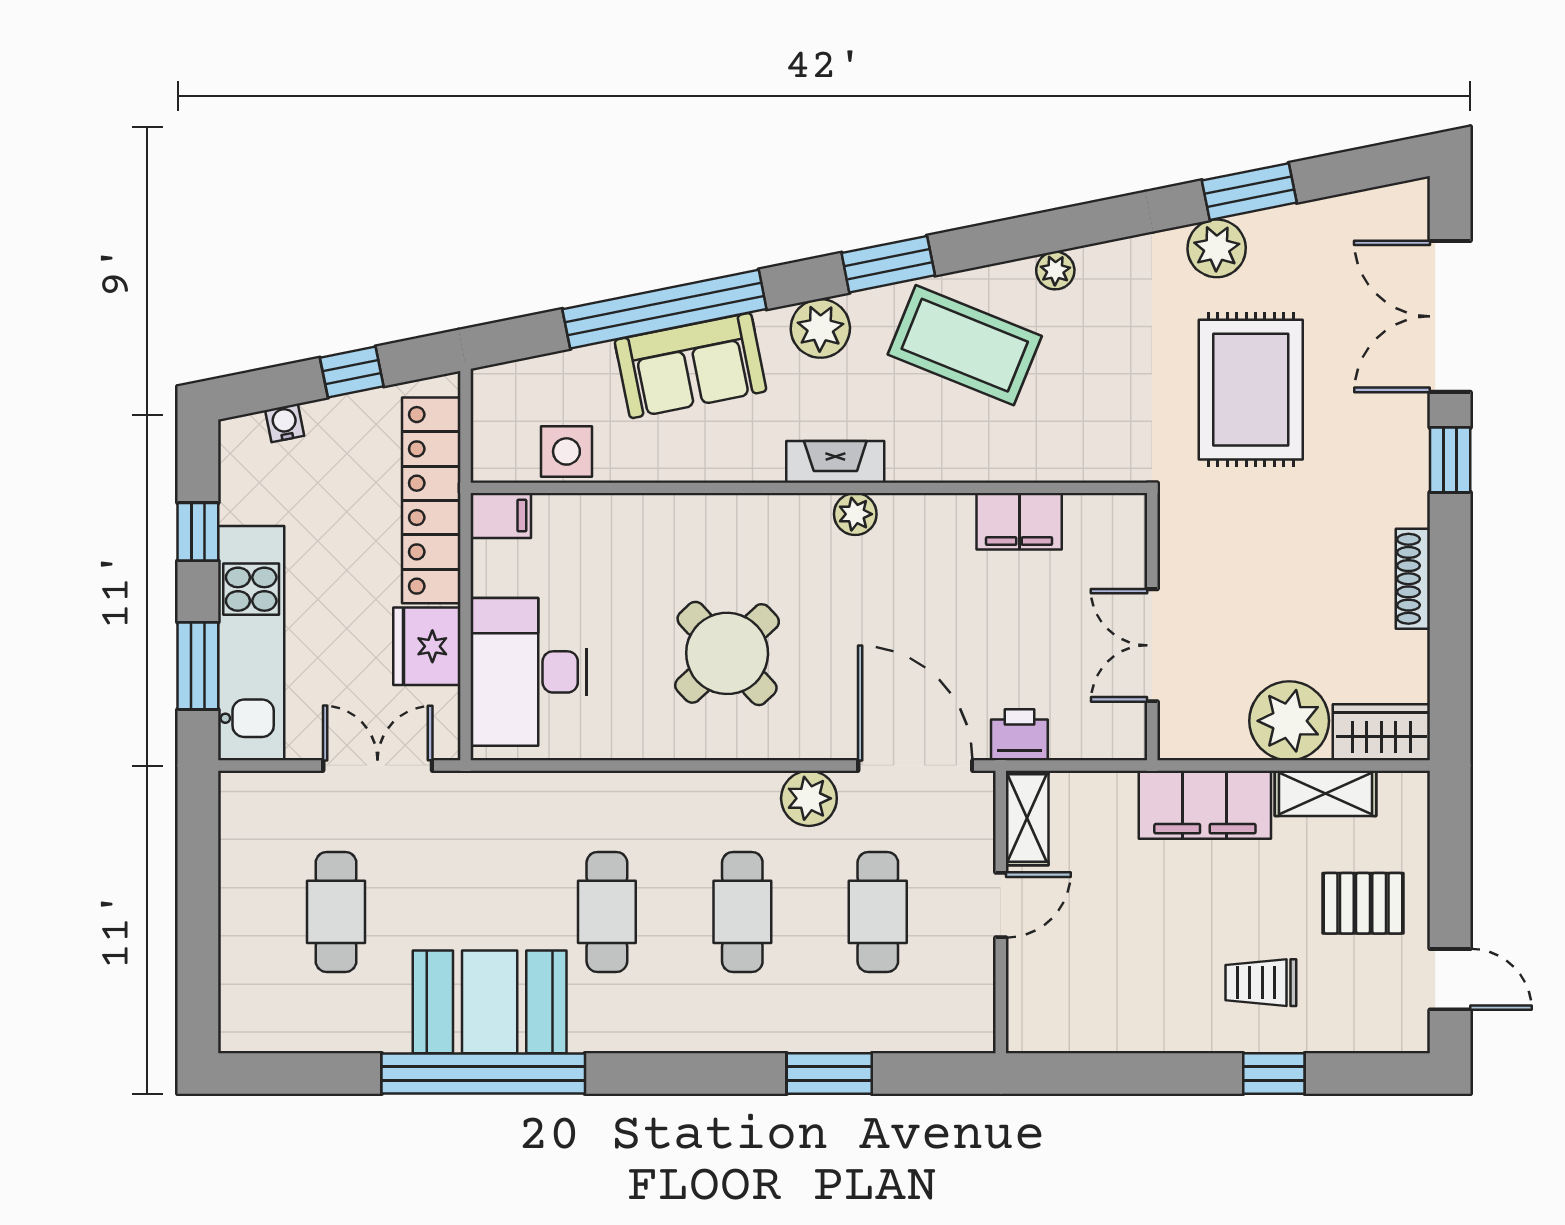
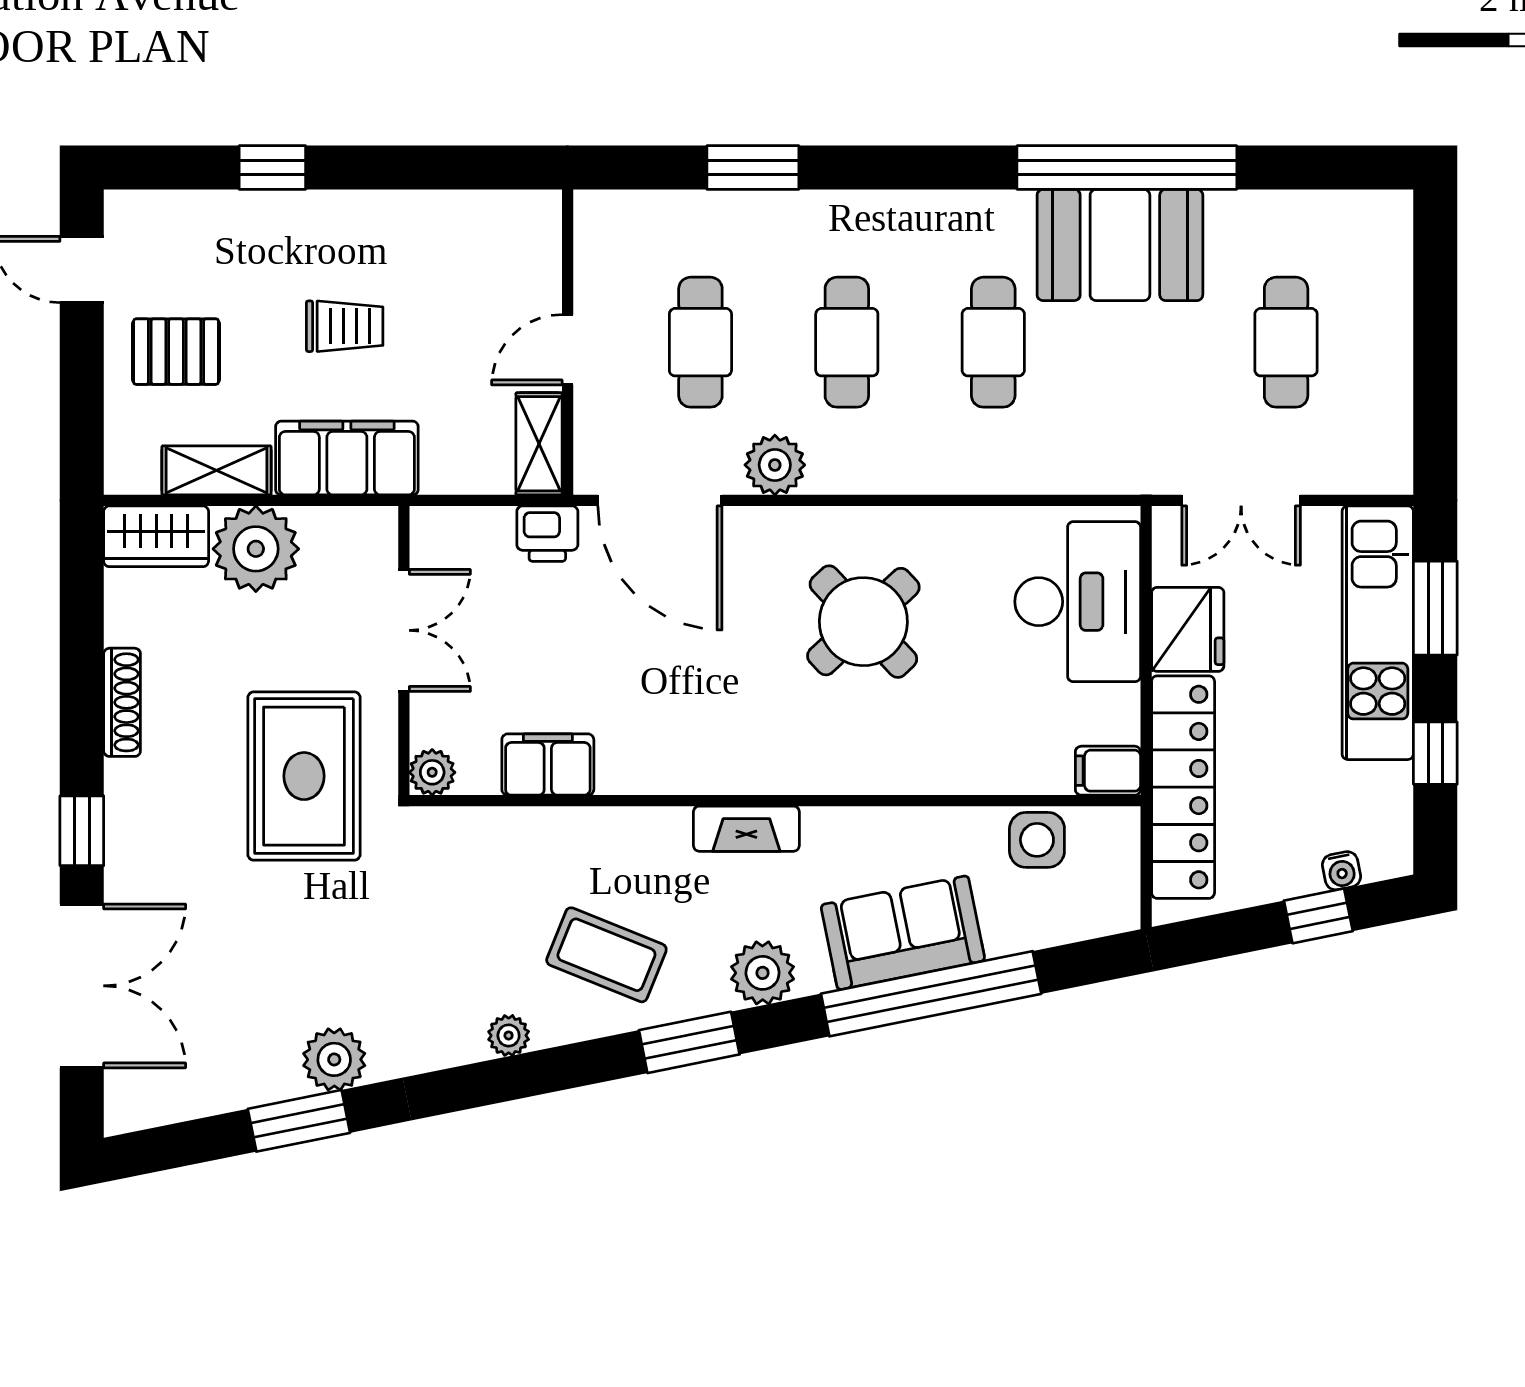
coffee table: (965, 345) -> (606, 955), width x0.73, depth x0.76
window: (352, 372) -> (1318, 916), moved
rug: (1251, 390) -> (304, 776), moved
plant: (855, 514) -> (432, 772), moved
trolley: (1261, 983) -> (345, 326), moved

